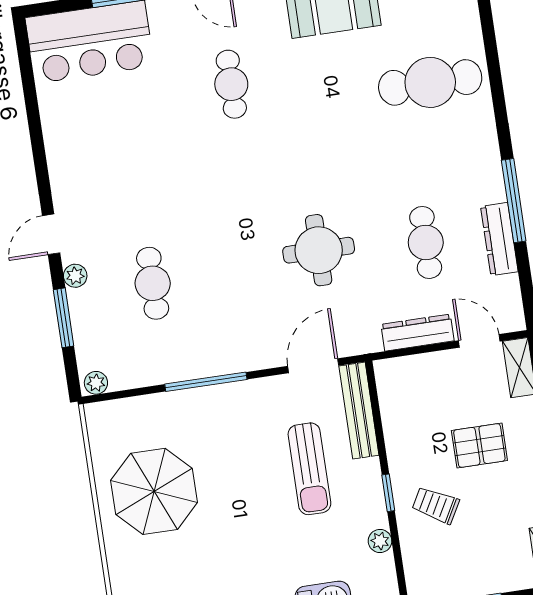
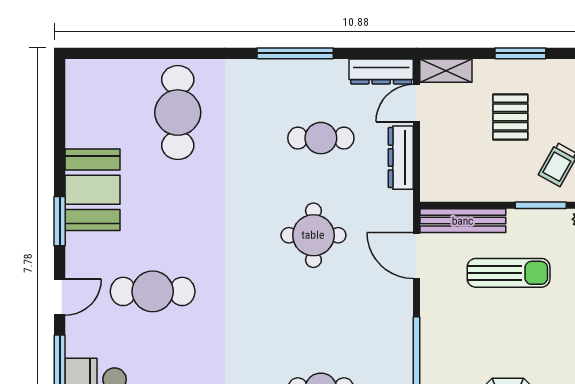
cafe table: (231, 84) -> (153, 291), width x1.37, depth x1.35
dresser: (499, 239) -> (381, 71), moved
window: (388, 493) -> (541, 205), width x1.50

